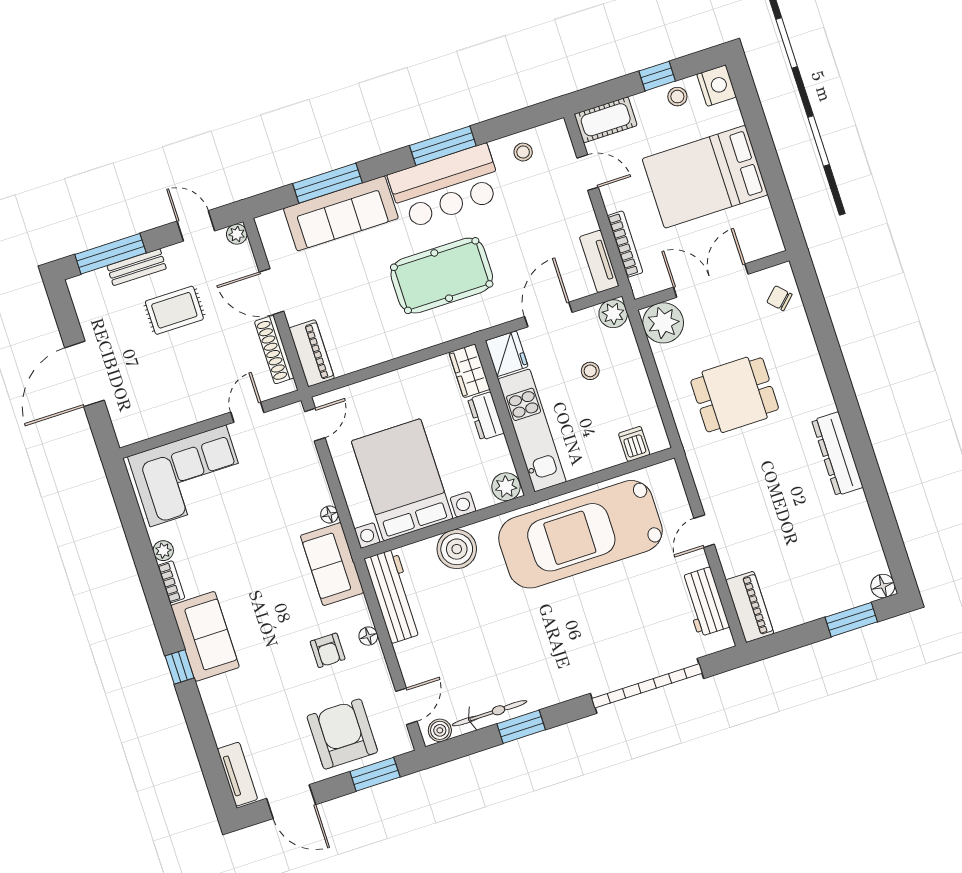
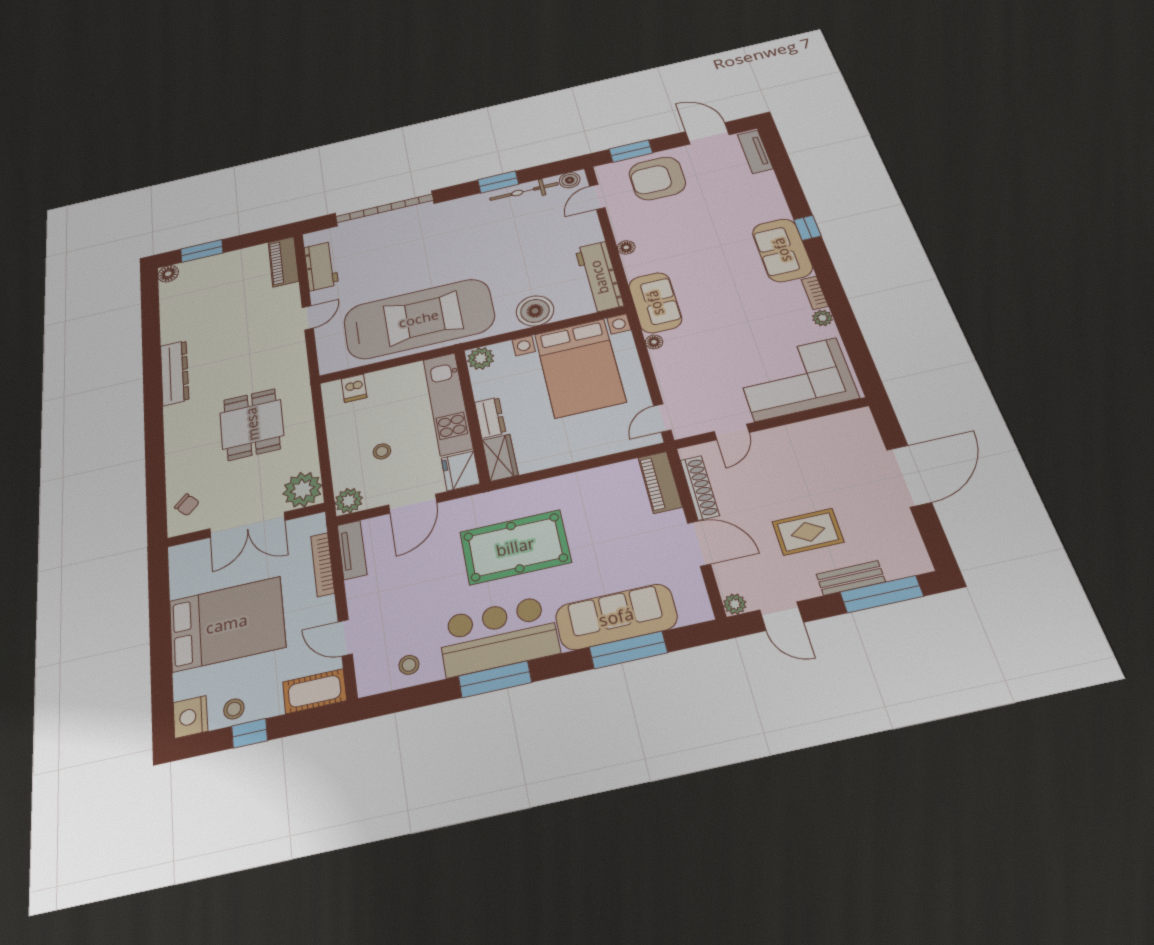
dining table: (735, 395) -> (252, 424), turned 90
armchair: (328, 650) -> (665, 238), removed
armchair: (342, 734) -> (657, 178), turned 90

